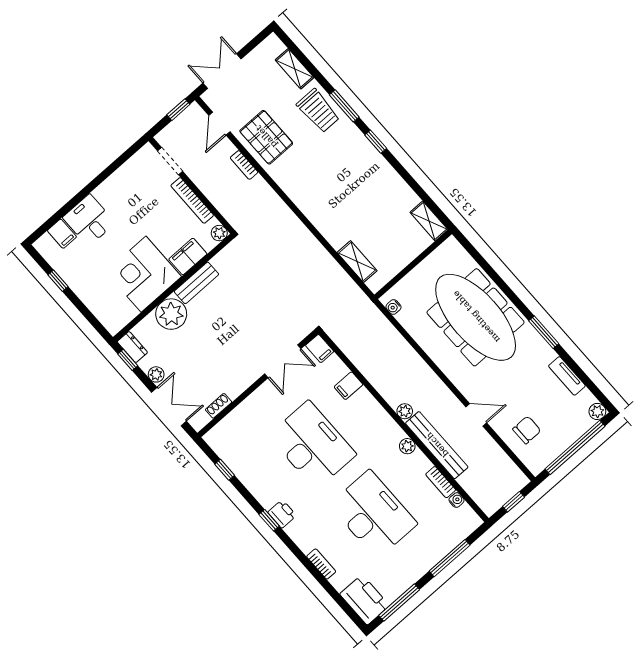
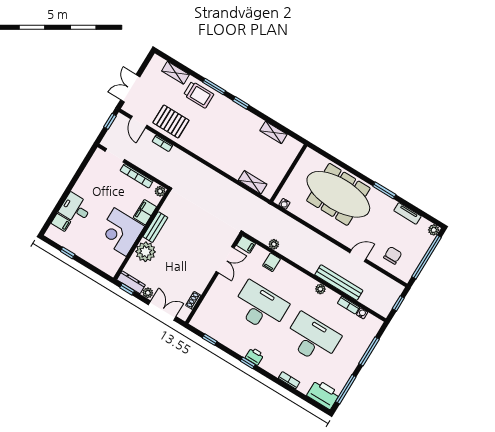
shelving: (429, 221) -> (273, 132), moved
dresser: (132, 347) -> (131, 282), width x1.44
plant: (405, 411) -> (274, 244), moved

